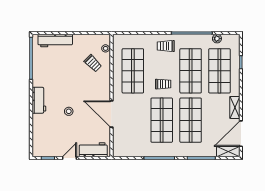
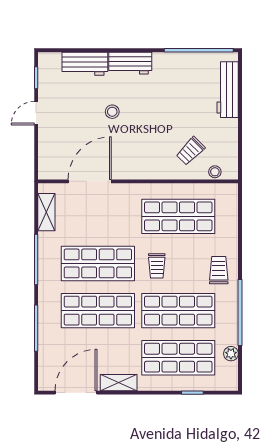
door: (111, 114) -> (90, 181), moved
door: (241, 134) -> (76, 393), hinge flipped
workbench: (93, 150) -> (85, 64), moved, turned 90
shelving: (228, 152) -> (46, 212), moved
door: (70, 158) -> (36, 113), swing flipped

